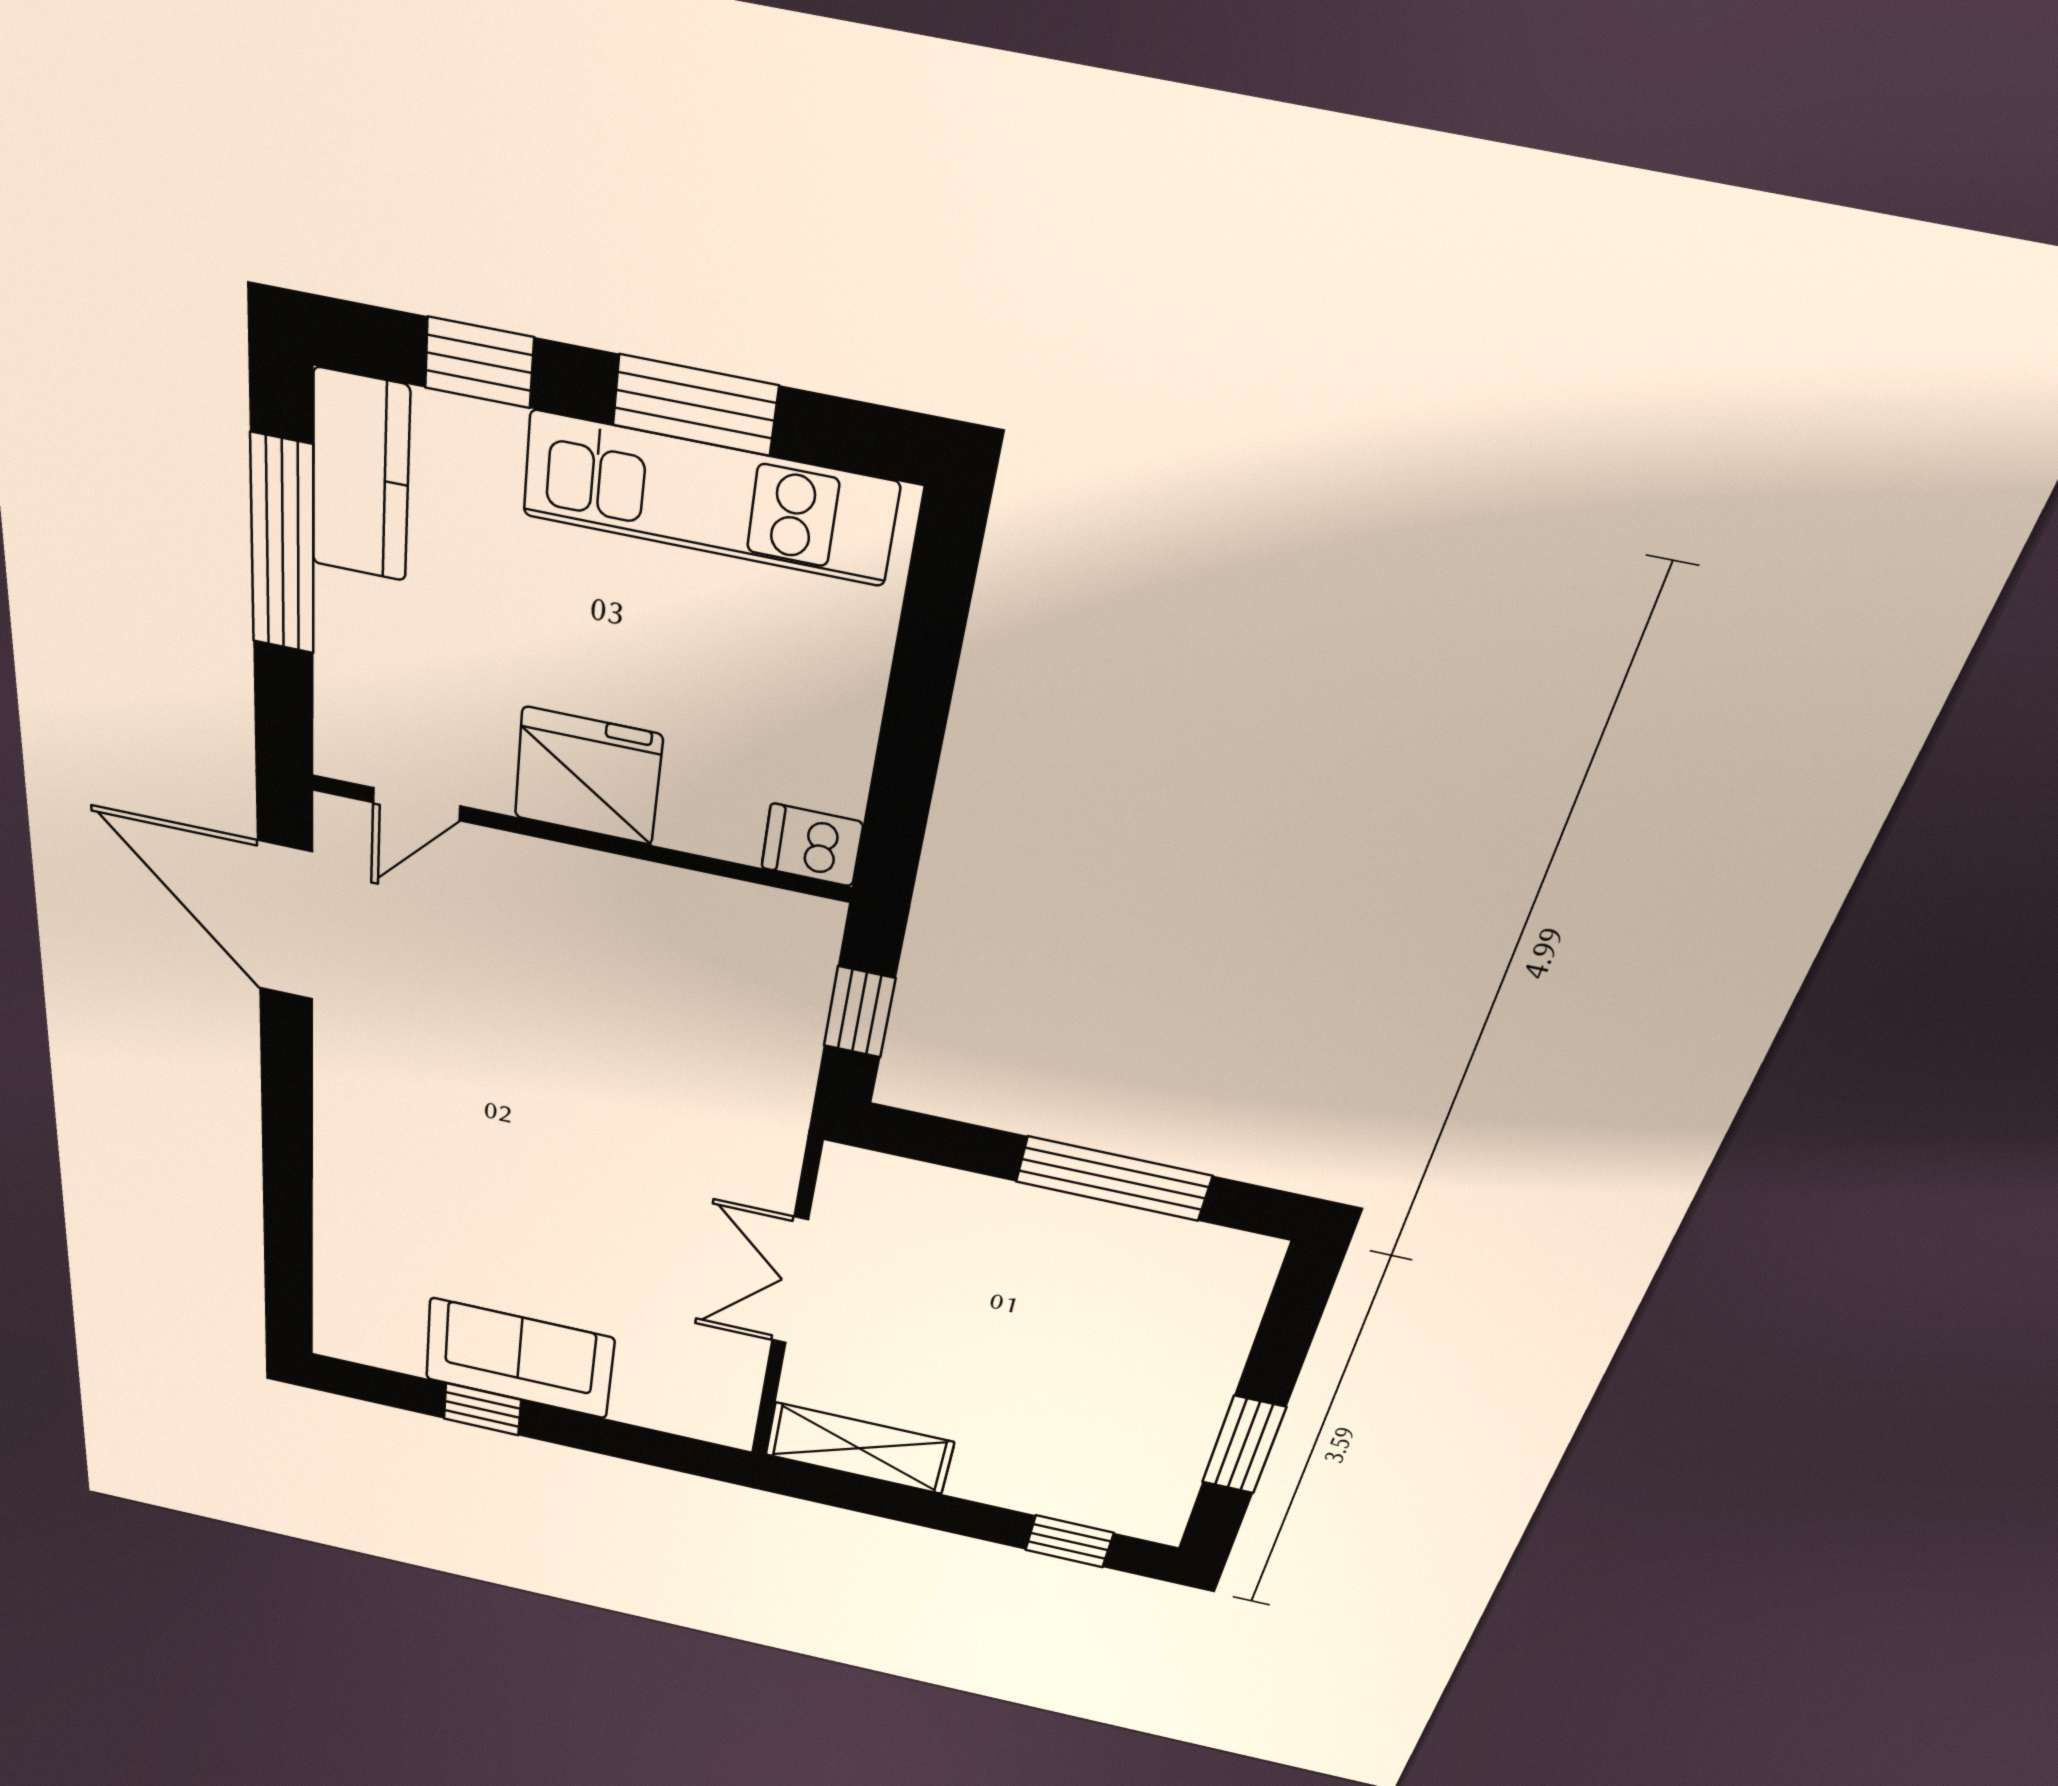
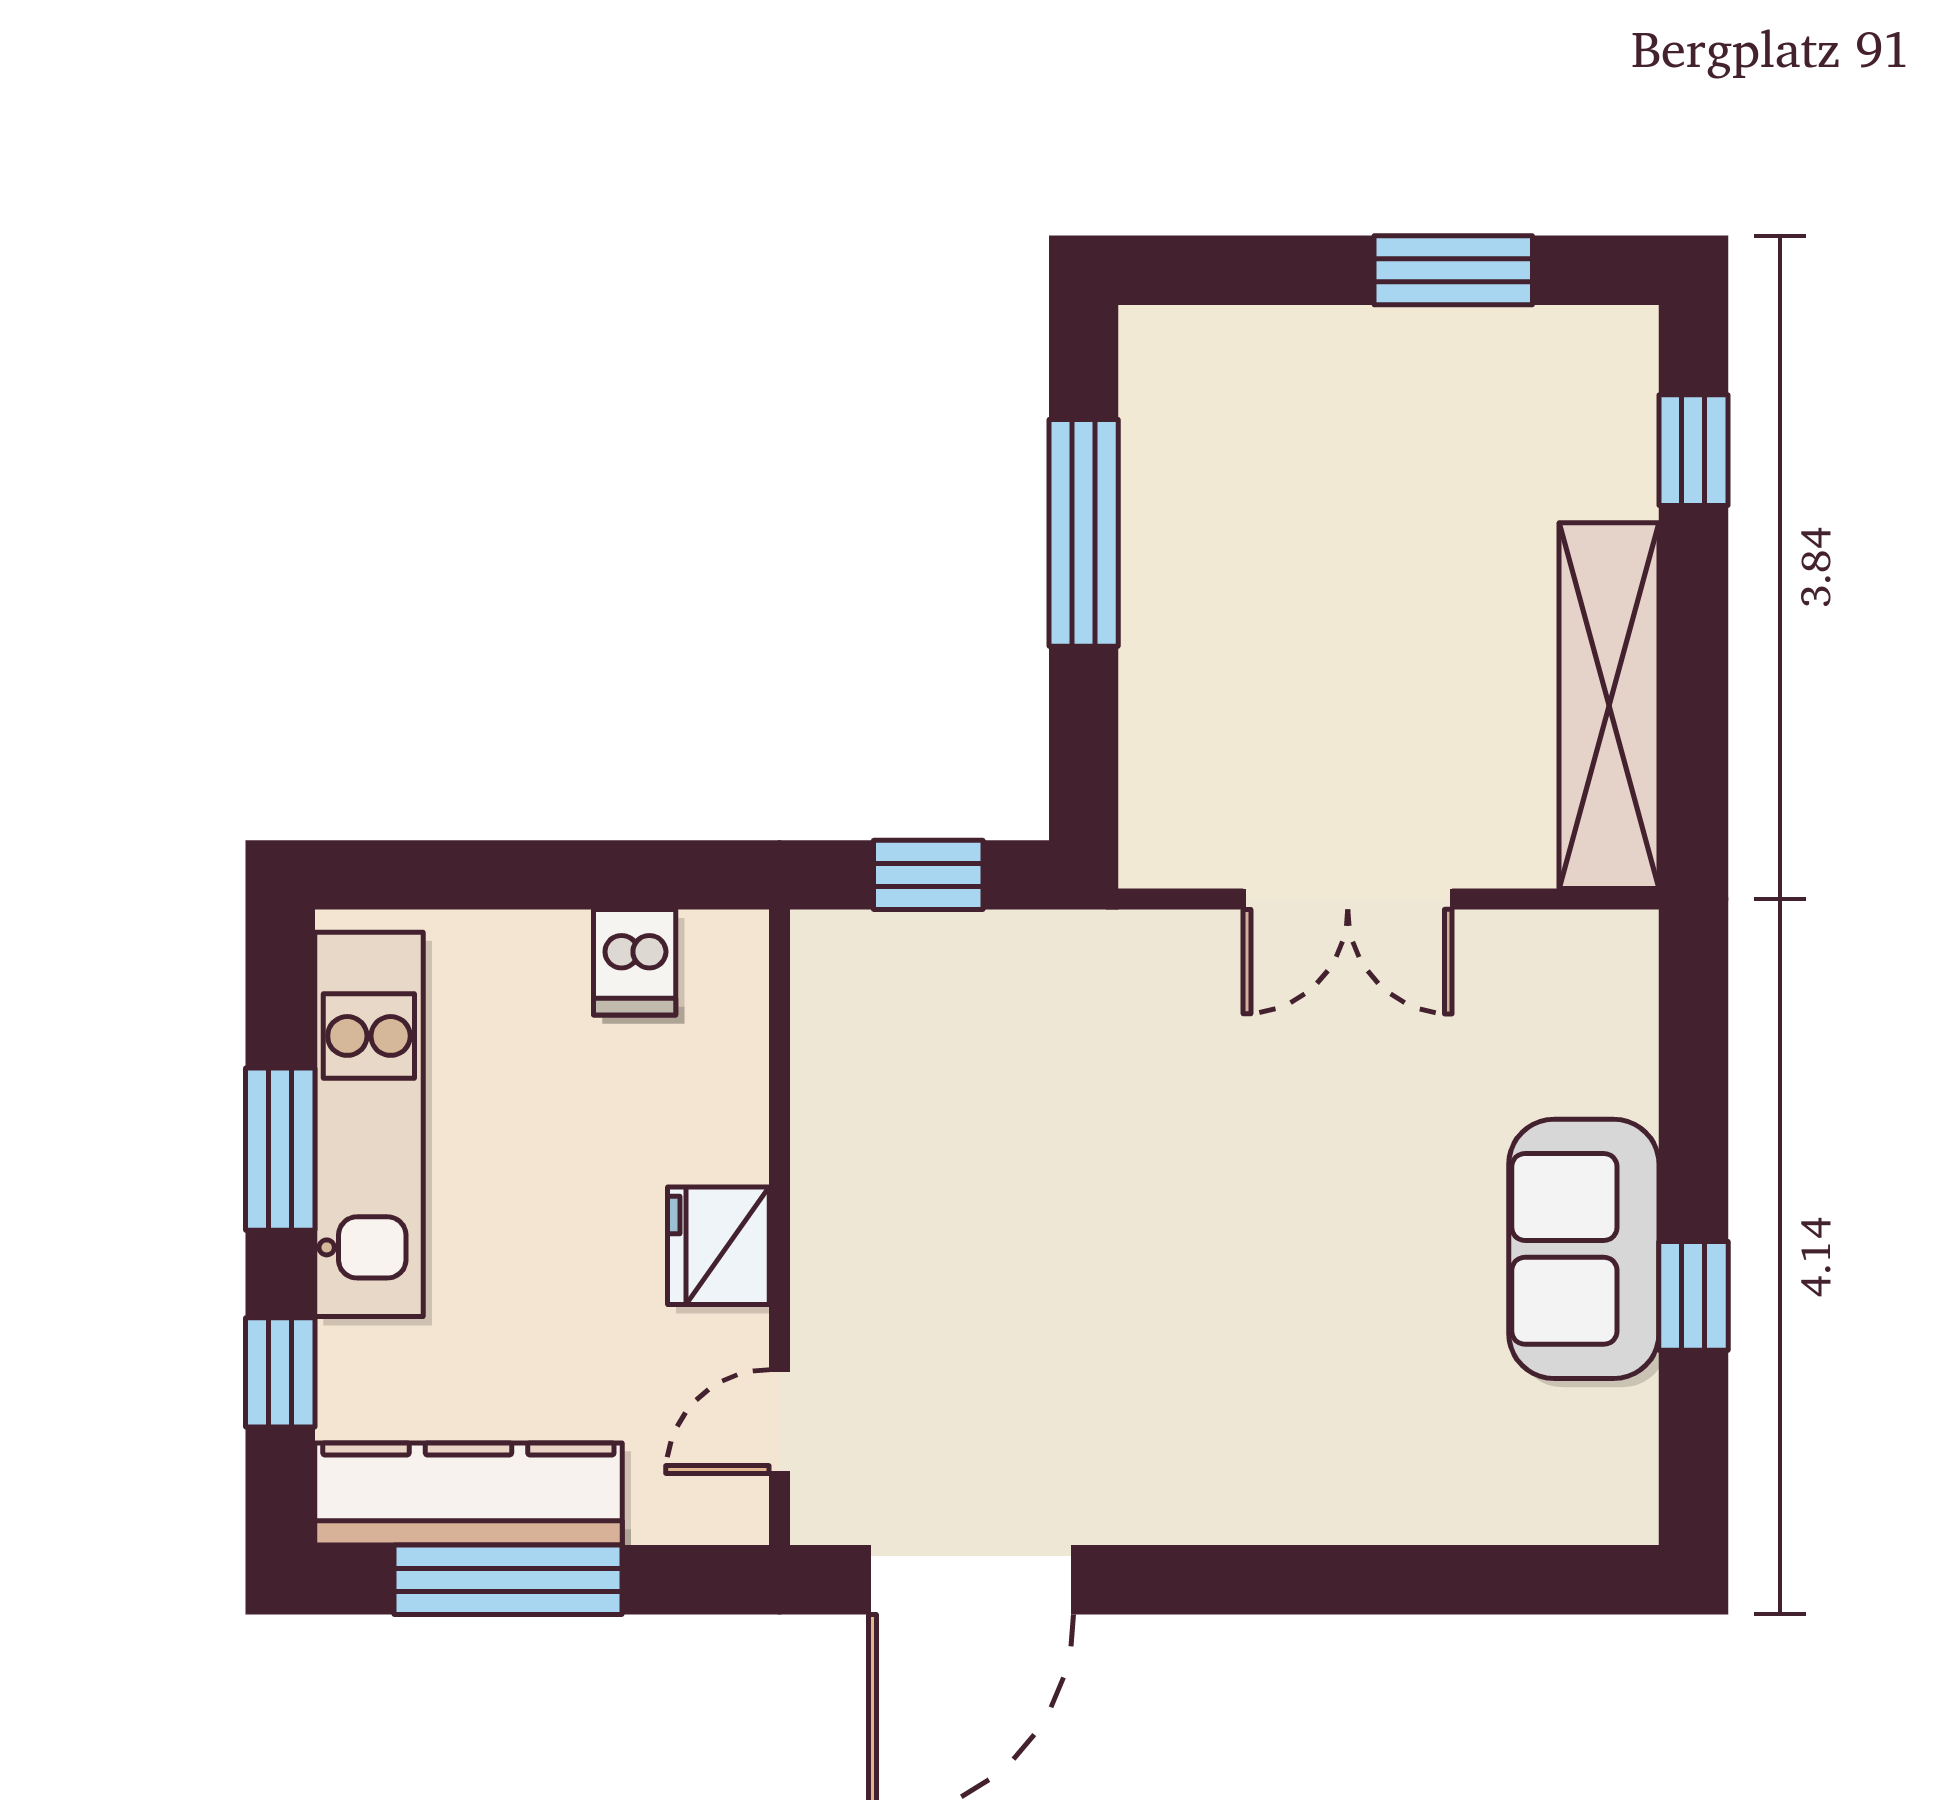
kitchen counter: (360, 476) -> (468, 1494), width x1.50
fridge: (588, 776) -> (718, 1246), width x0.73, depth x0.75
door: (416, 804) -> (780, 1422), swing flipped
dishwasher: (812, 845) -> (635, 962), moved
shelving: (859, 1448) -> (1609, 706), width x1.47

